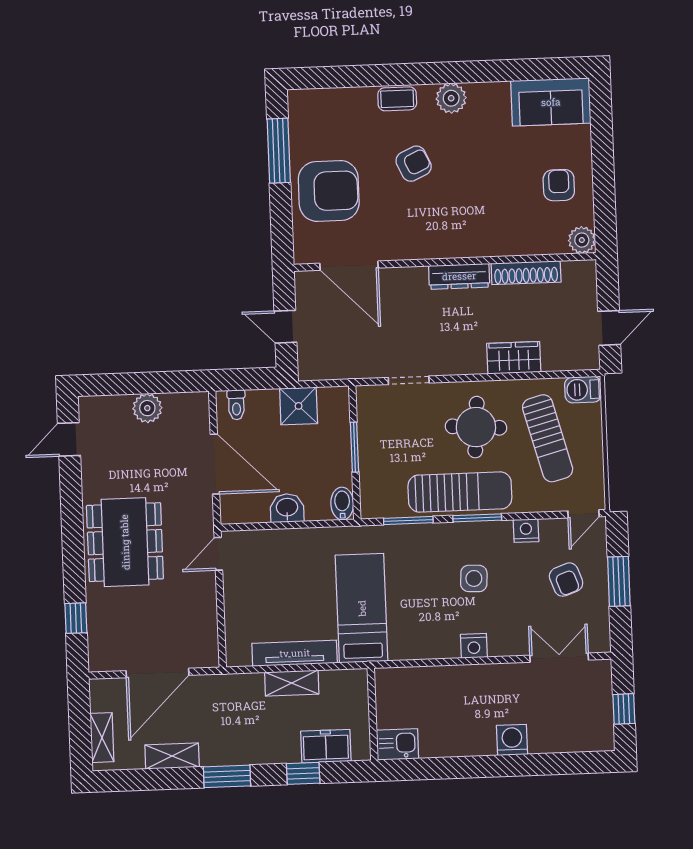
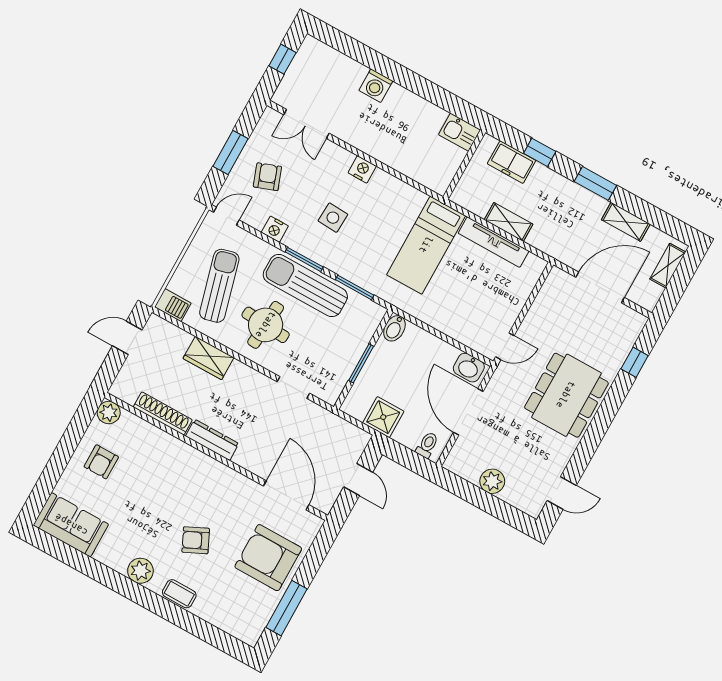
washbasin: (287, 508) -> (469, 368), moved

